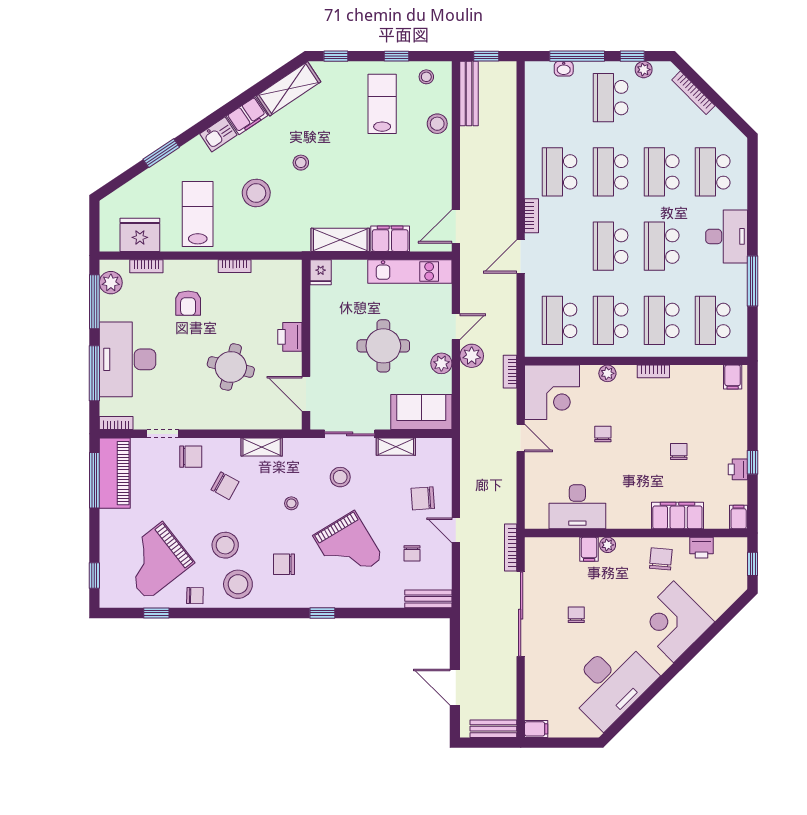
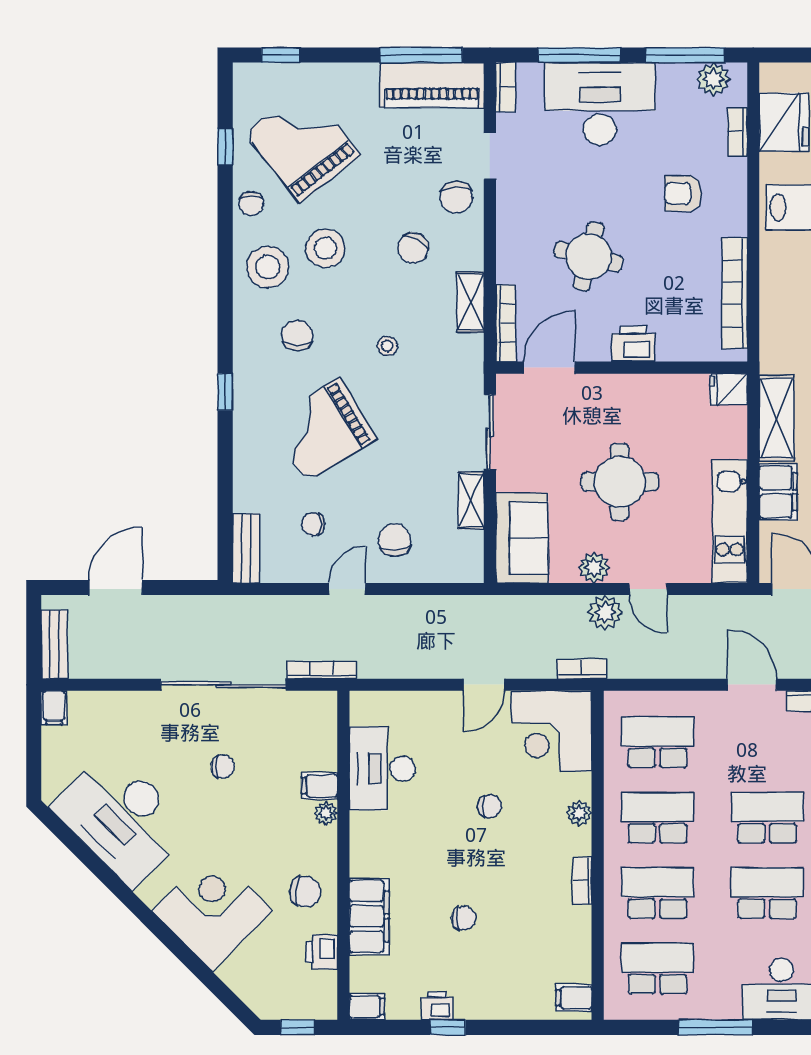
bookcase: (235, 266) -> (735, 293), width x2.31, depth x1.31
bookcase: (276, 423) -> (506, 323), added
stool: (340, 477) -> (426, 418), removed

